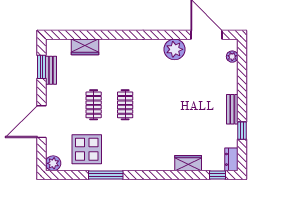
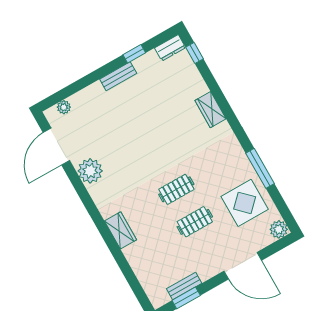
wardrobe: (85, 47) -> (120, 230), moved
wardrobe: (188, 163) -> (211, 110), moved

